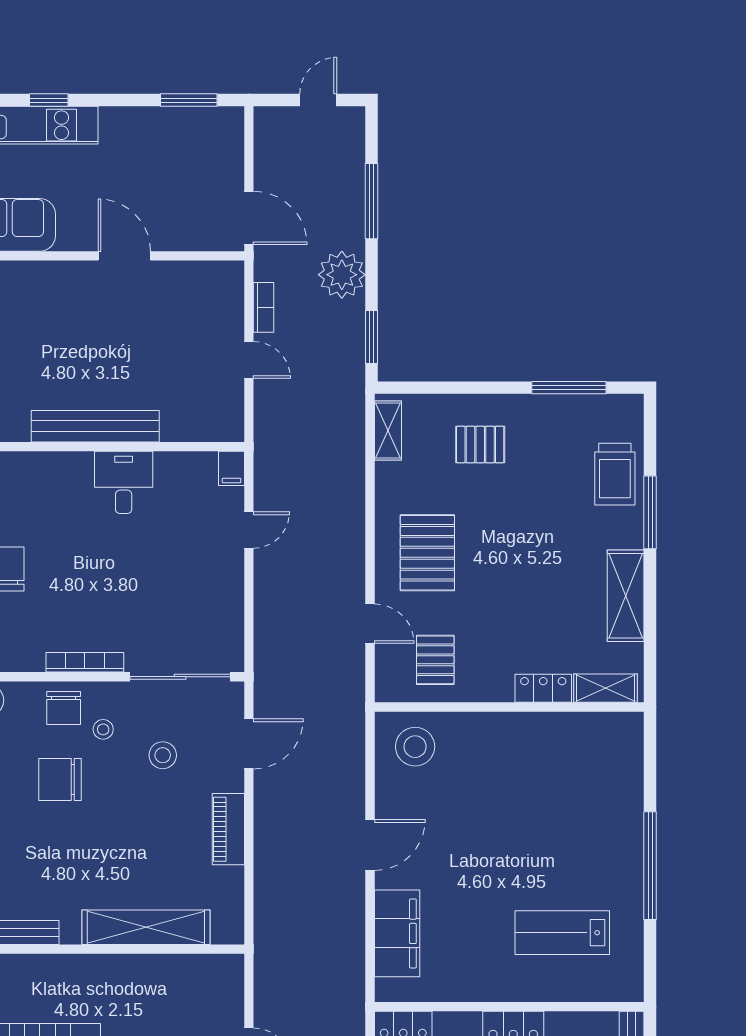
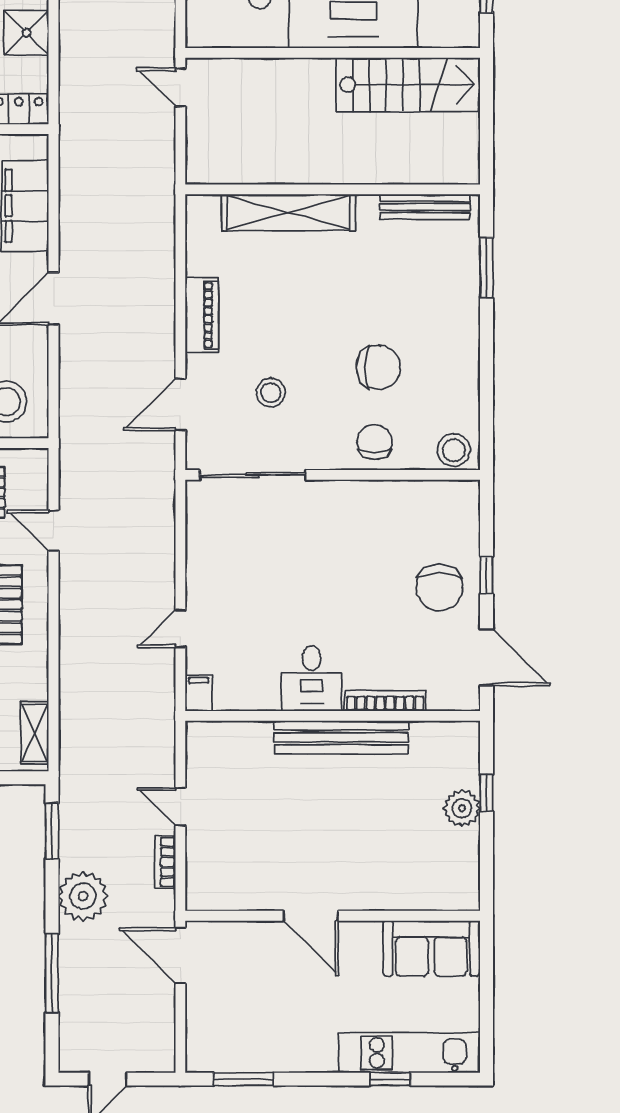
bookcase: (85, 662) -> (385, 701), moved, turned 180
stool: (103, 729) -> (333, 420), removed

